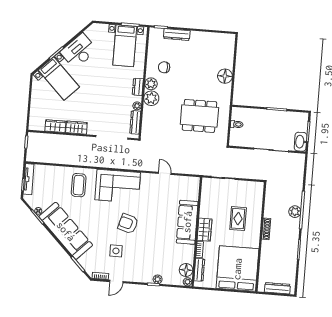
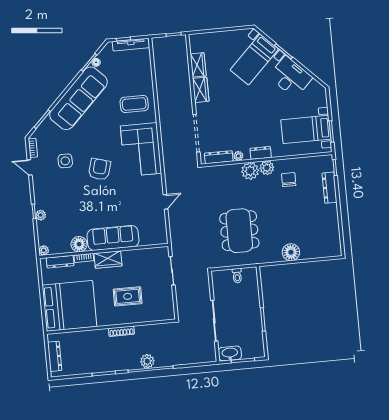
floor lamp: (186, 270) -> (79, 244), moved

